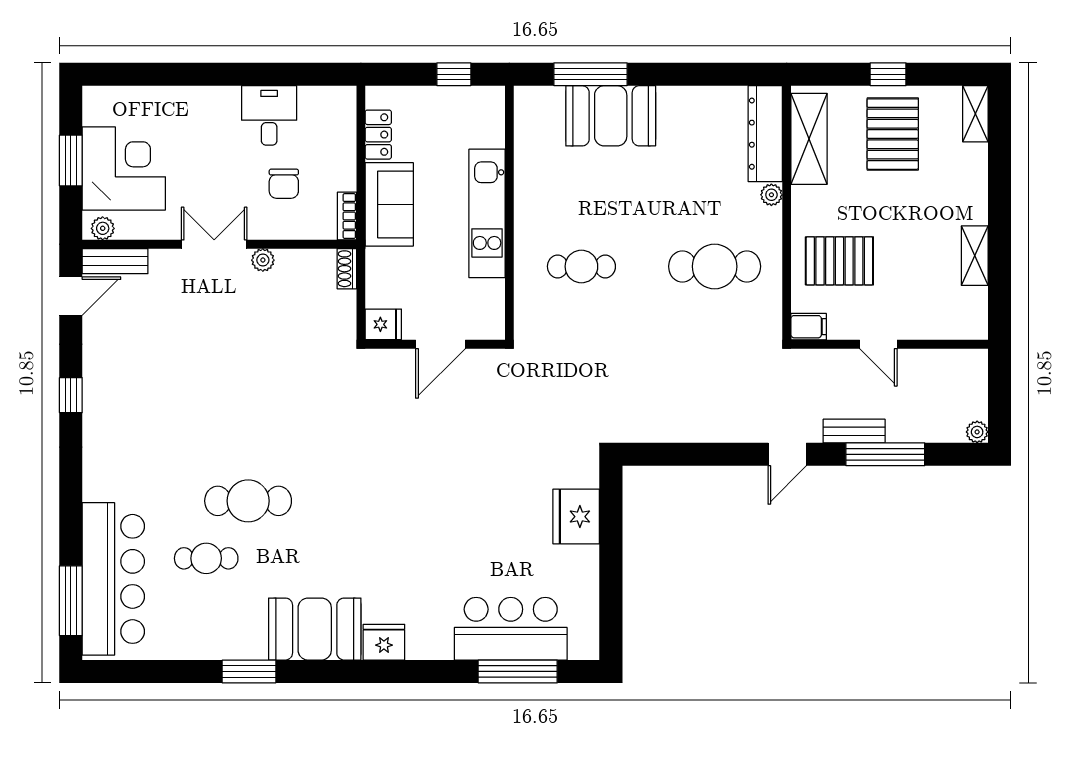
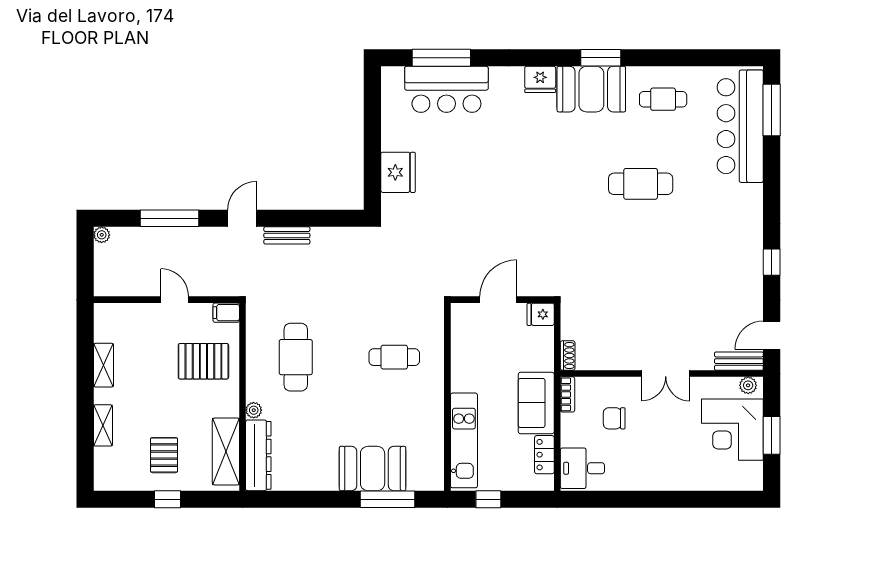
shelving: (975, 114) -> (103, 425), moved
desk: (269, 115) -> (582, 468), moved, turned 90
pallet: (893, 134) -> (164, 455), width x0.67, depth x0.71
chair: (284, 184) -> (614, 418), turned -90
kitchen unit: (487, 213) -> (464, 440), moved
plant: (263, 260) -> (630, 362), removed
cafe table: (715, 266) -> (296, 357), turned 90
bench: (854, 431) -> (287, 235), moved
cafe table: (206, 558) -> (663, 99), moved
window: (249, 671) -> (601, 58), moved

